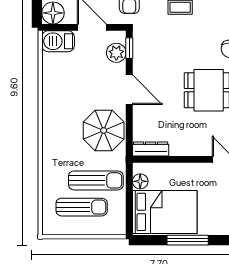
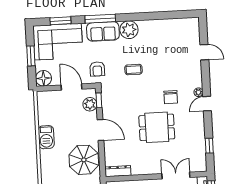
barbecue: (58, 41) -> (46, 137), moved, turned -90

